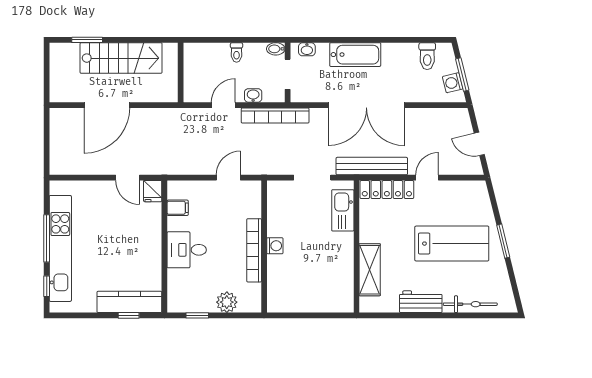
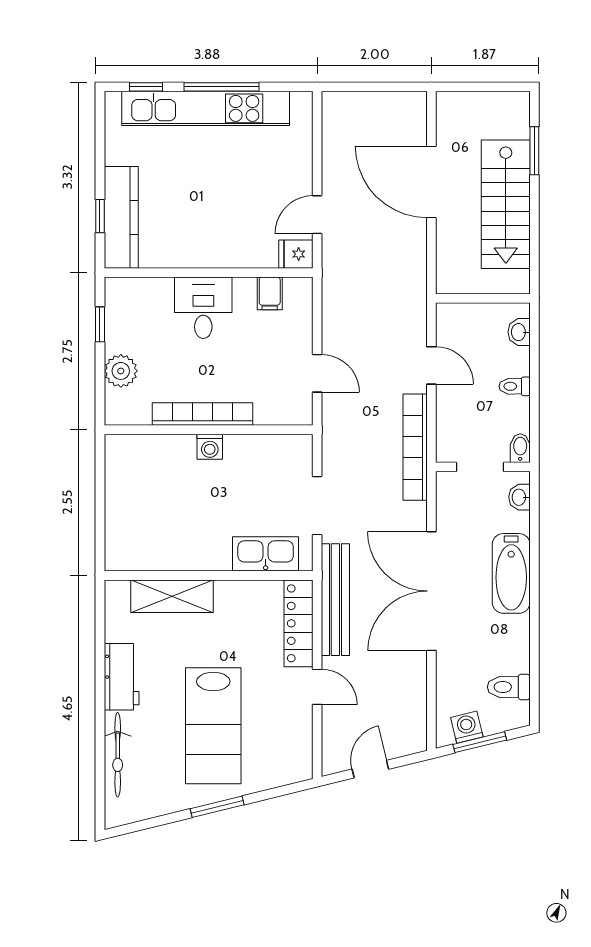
washbasin: (253, 95) -> (519, 332), moved, turned 180

